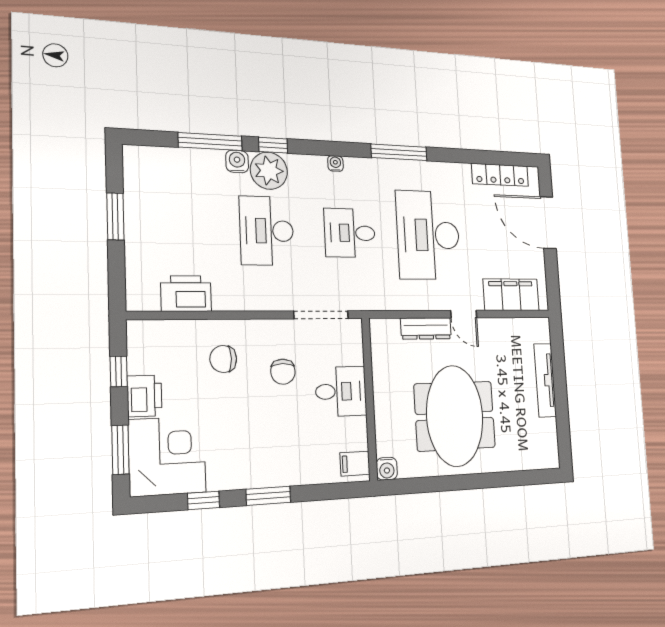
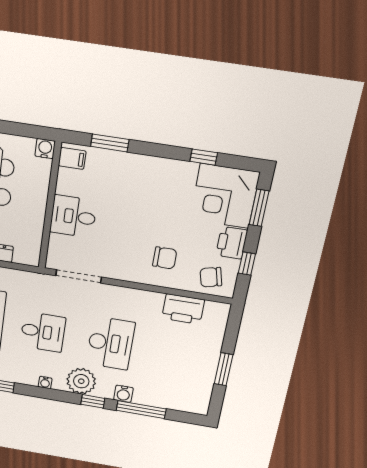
plant: (269, 171) -> (81, 381), moved
chair: (283, 372) -> (211, 277), moved, turned -104
window: (268, 496) -> (110, 143), moved

